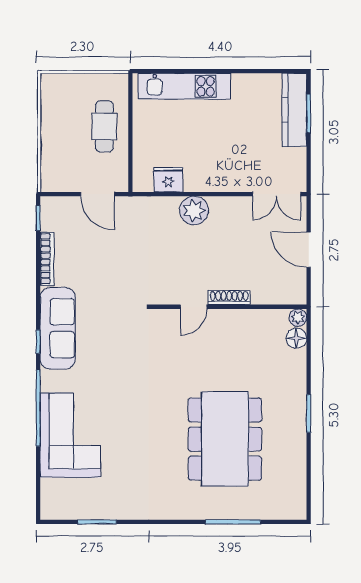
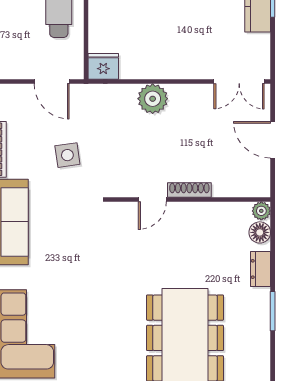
fridge: (168, 180) -> (103, 66), moved
side table: (113, 264) -> (67, 155), added
dresser: (297, 373) -> (261, 269), added

